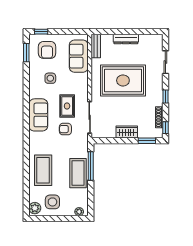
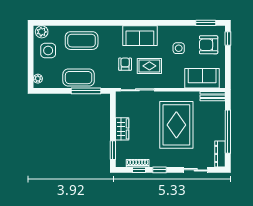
window: (129, 32) -> (228, 132), added
dresser: (126, 39) -> (220, 154), moved
window: (165, 128) -> (139, 170), moved

